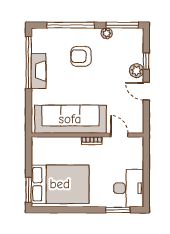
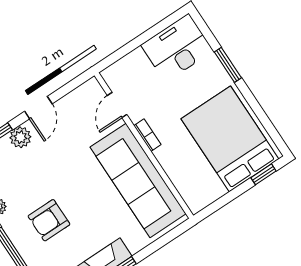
armchair: (81, 56) -> (49, 220), turned 90
window: (29, 190) -> (264, 174), width x0.67
window: (118, 210) -> (228, 65), moved

